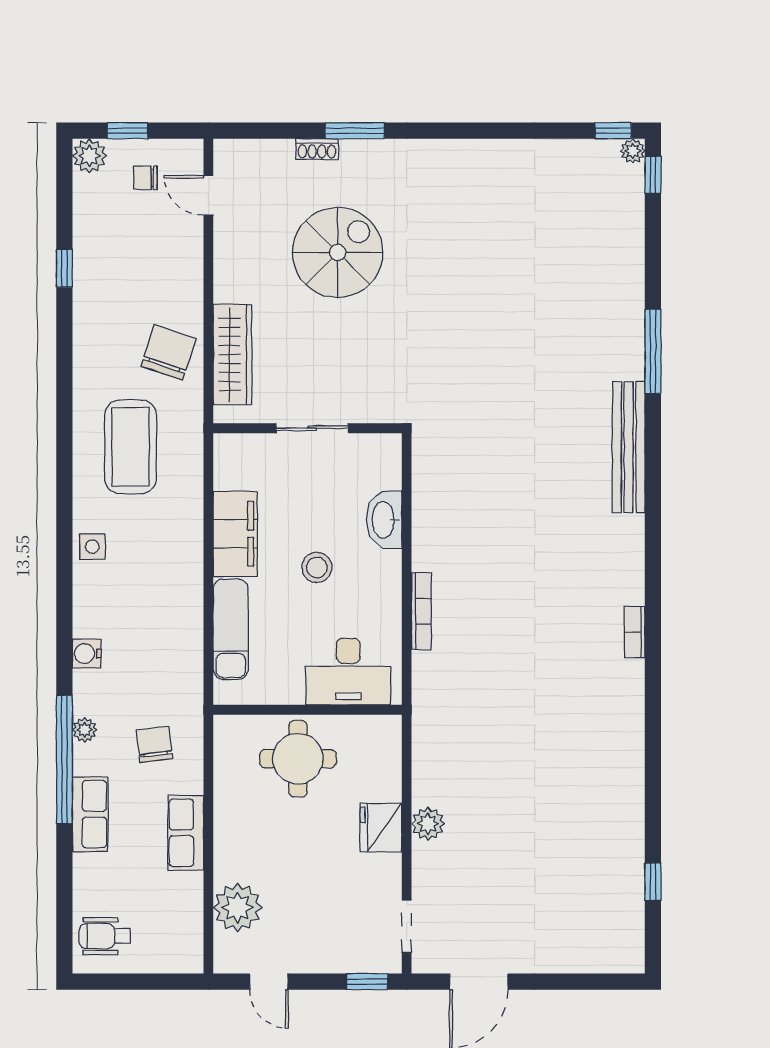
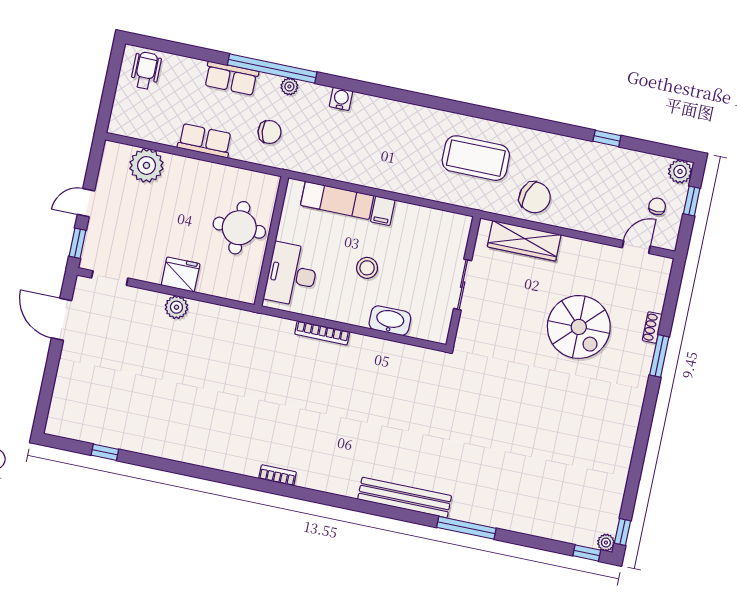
filing cabinet: (235, 534) -> (383, 211), width x0.33, depth x0.86
side table: (92, 547) -> (413, 118), removed
door: (269, 982) -> (86, 203), moved

